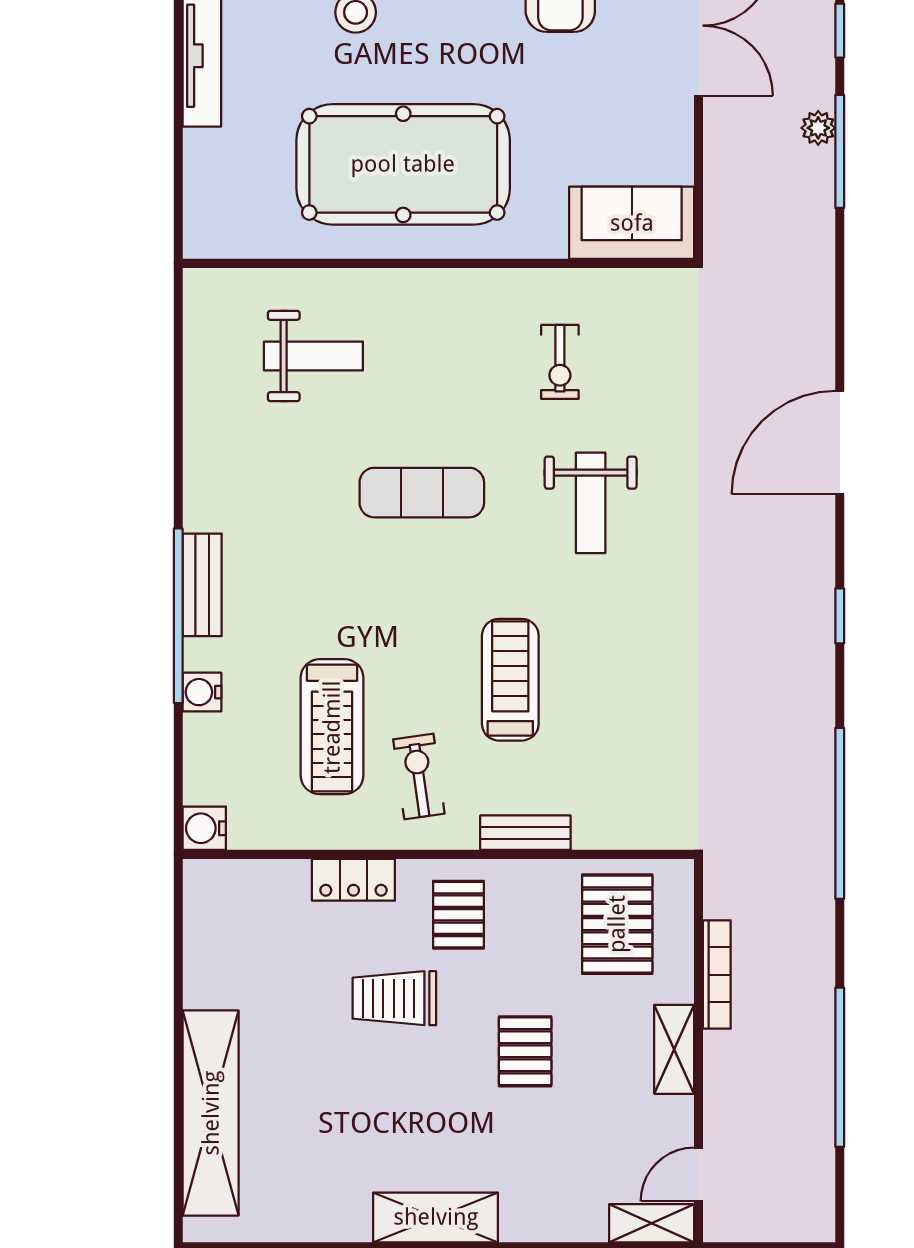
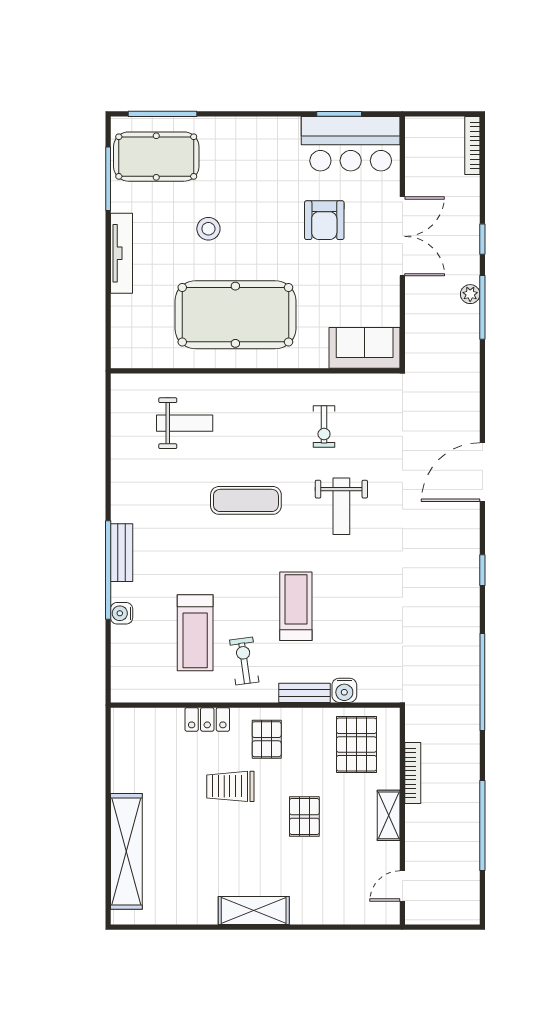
water cooler: (204, 828) -> (344, 690), moved, turned -90
shelving: (652, 1223) -> (376, 914), removed

